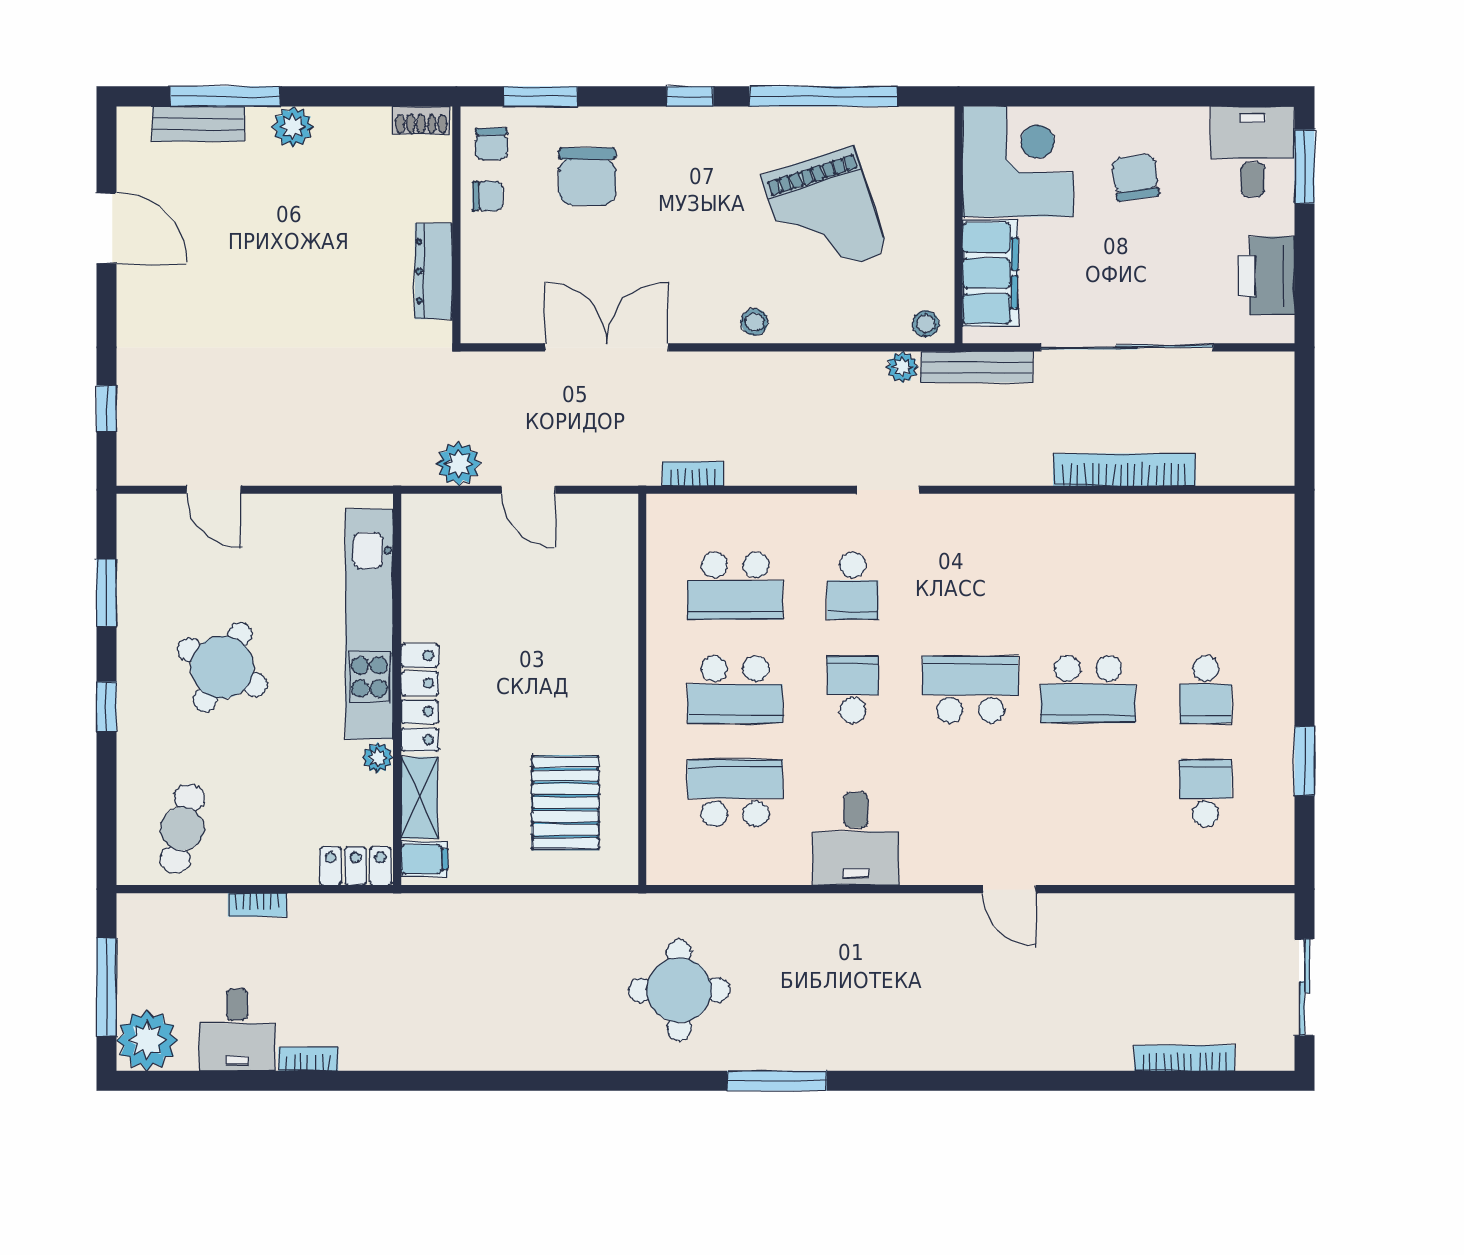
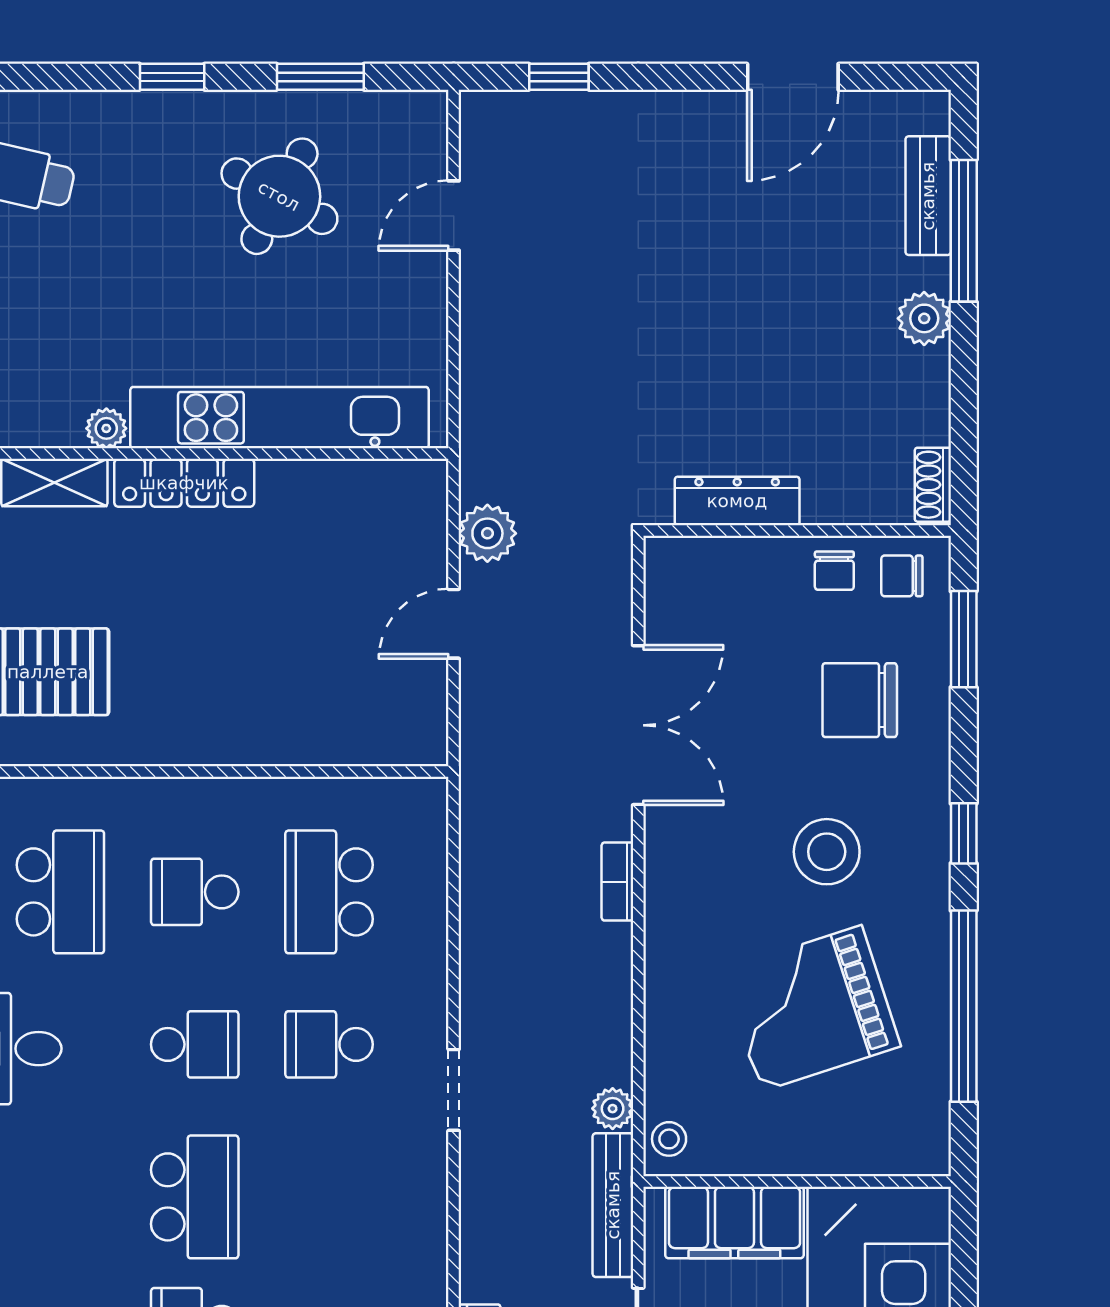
stool: (754, 322) -> (827, 852), moved, width x1.89, depth x1.89
bookcase: (693, 474) -> (617, 882), moved, turned 180
round table: (222, 667) -> (279, 196), moved
school desk: (735, 689) -> (195, 892), width x0.54

